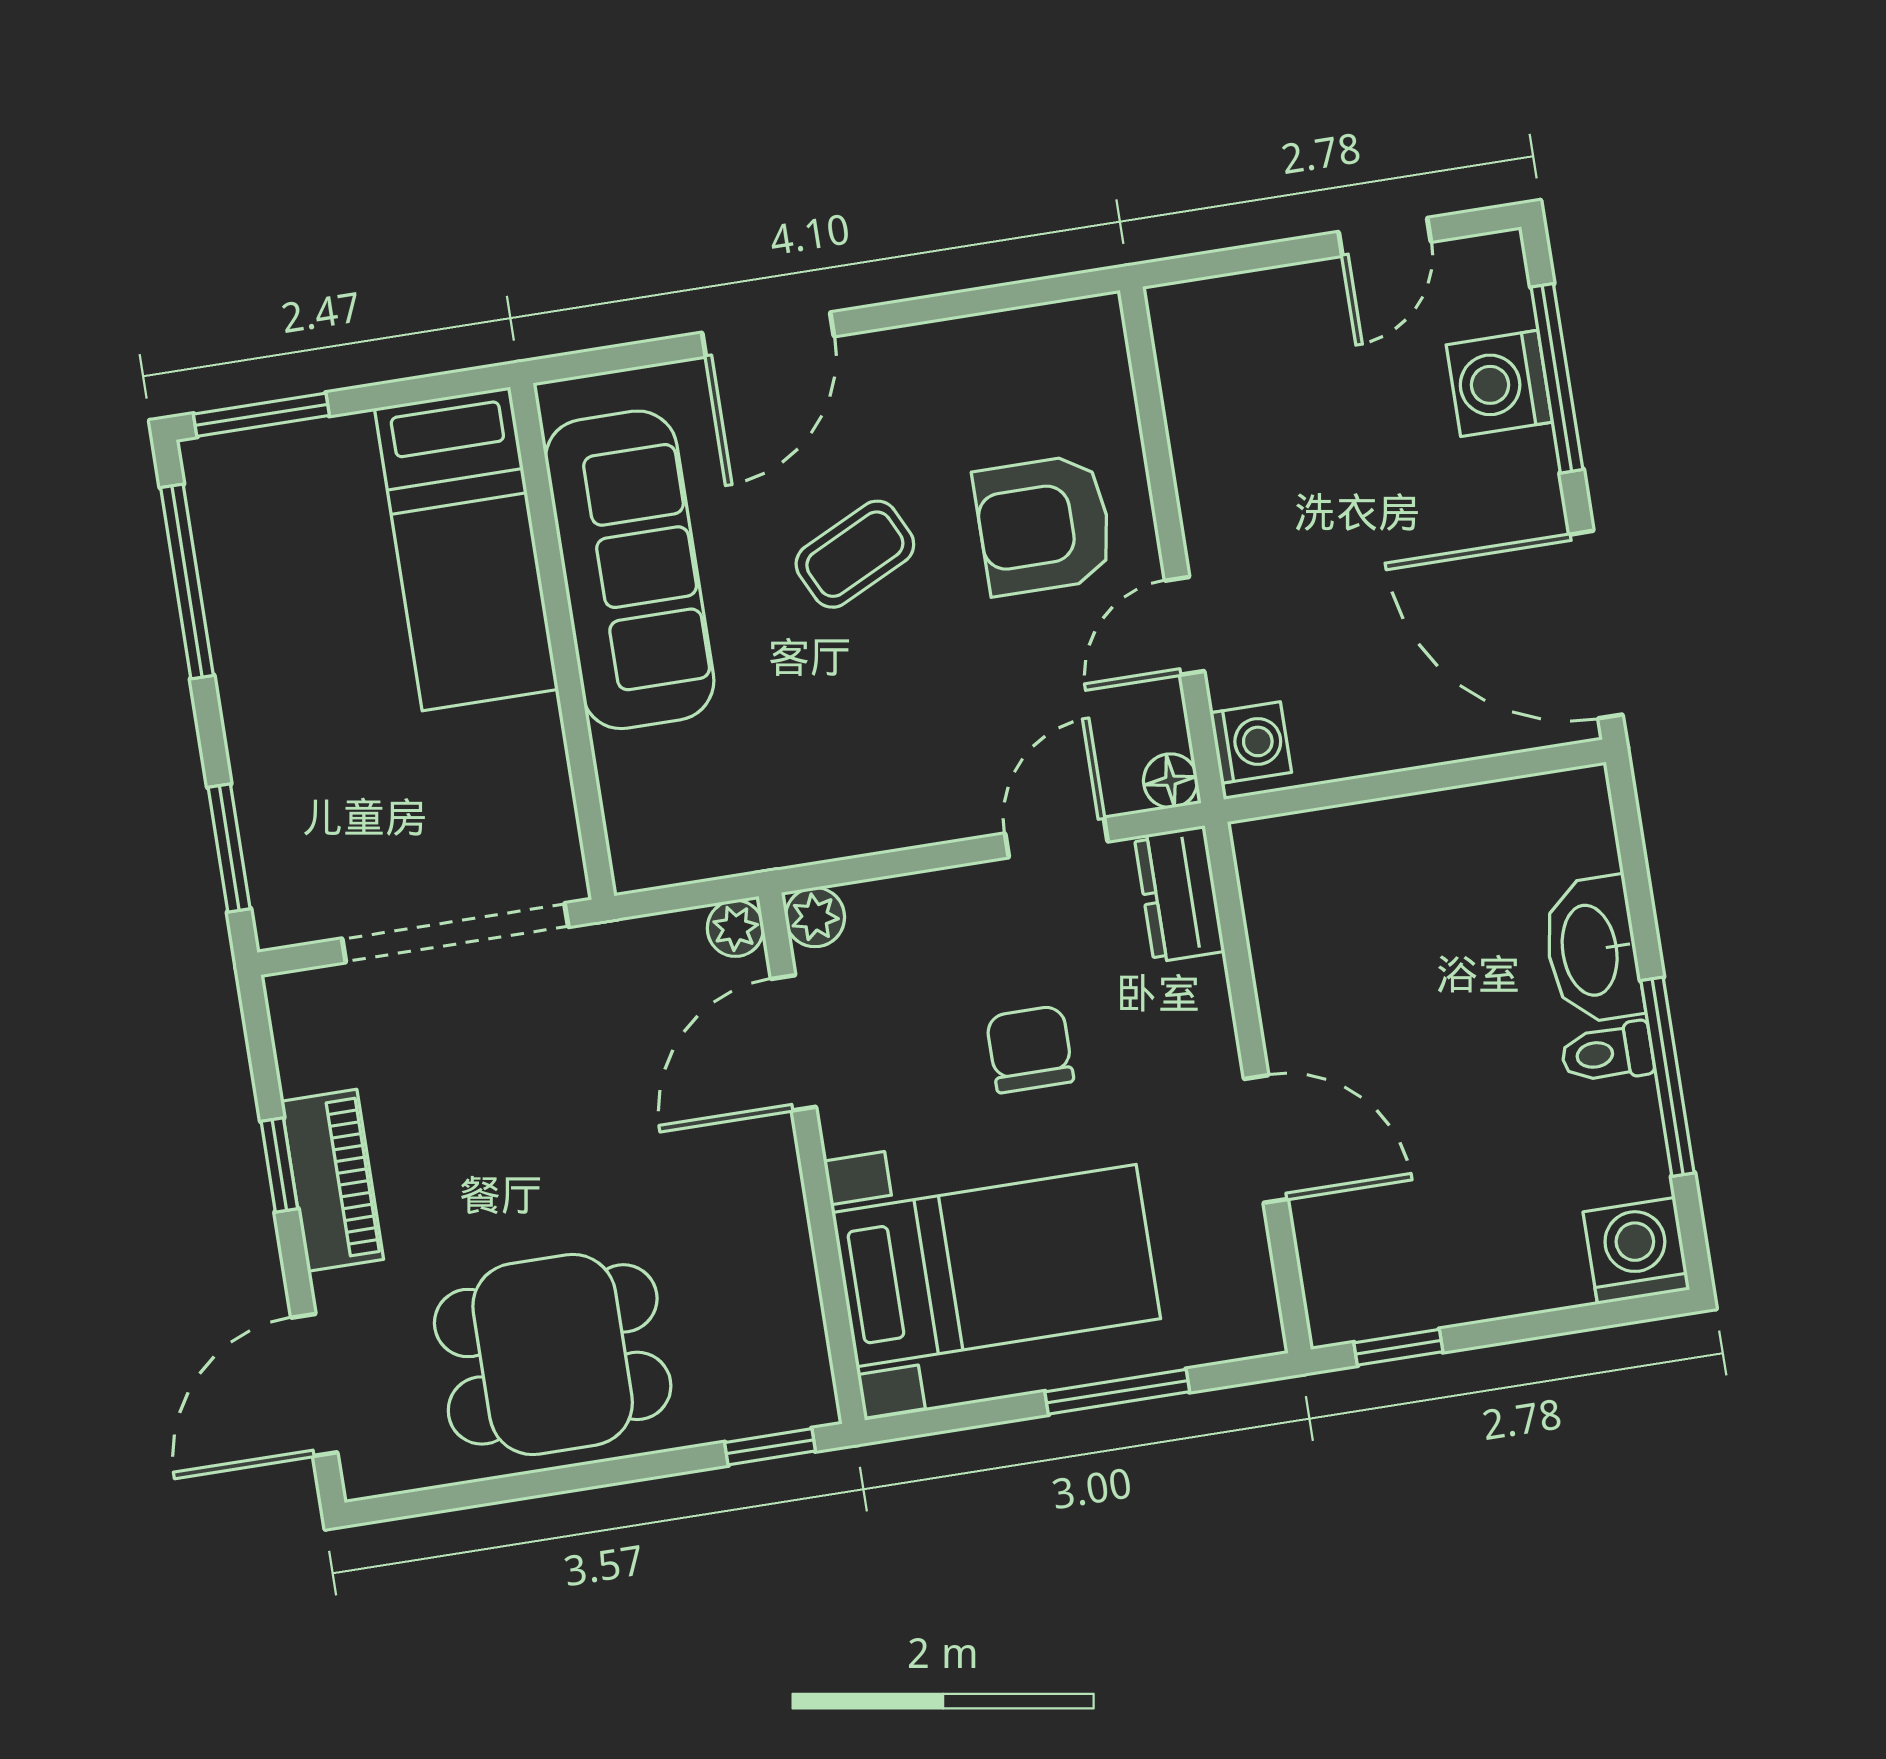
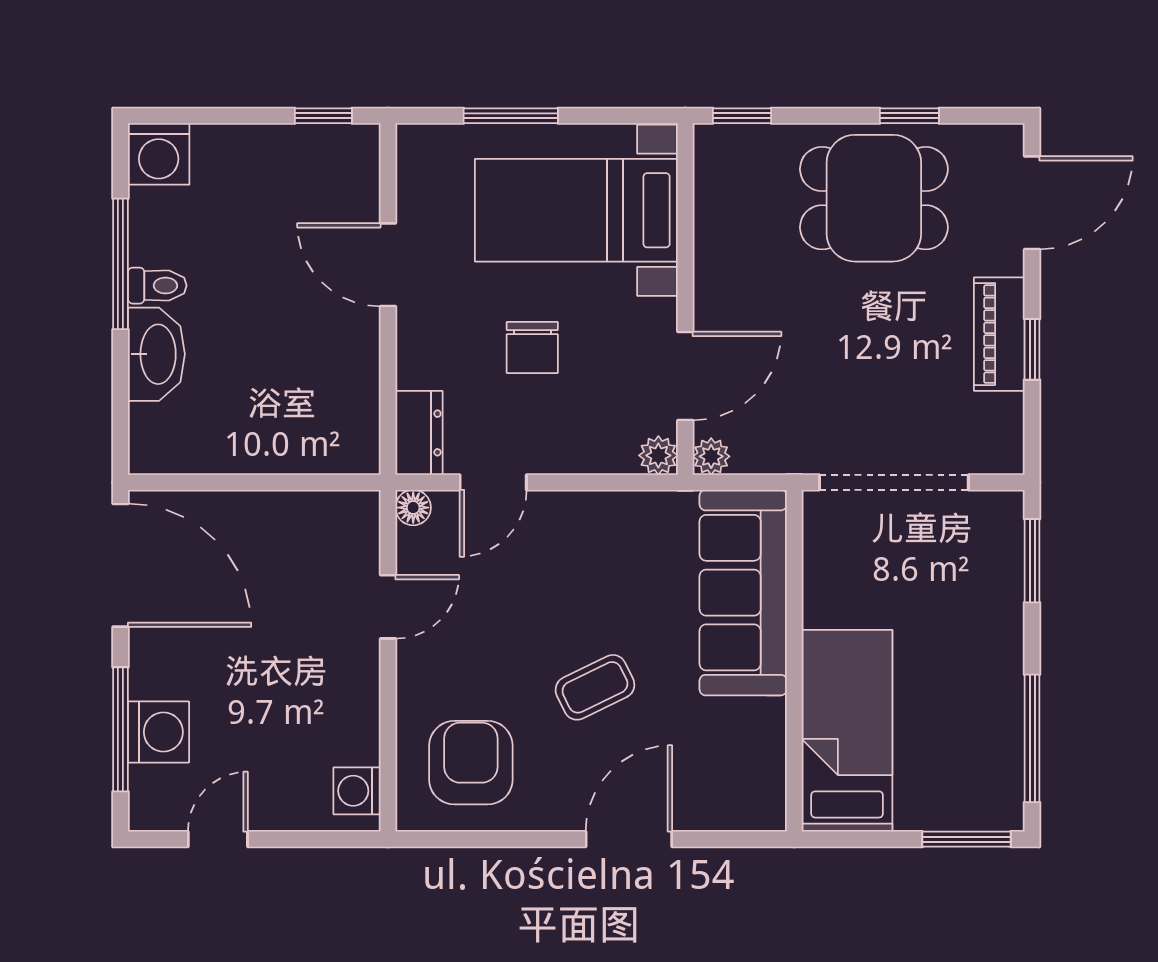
armchair: (1044, 525) -> (471, 763), moved, turned -90
sofa: (630, 570) -> (743, 593), moved
washing machine: (1251, 743) -> (357, 791), moved
window: (519, 1487) -> (909, 116), added

